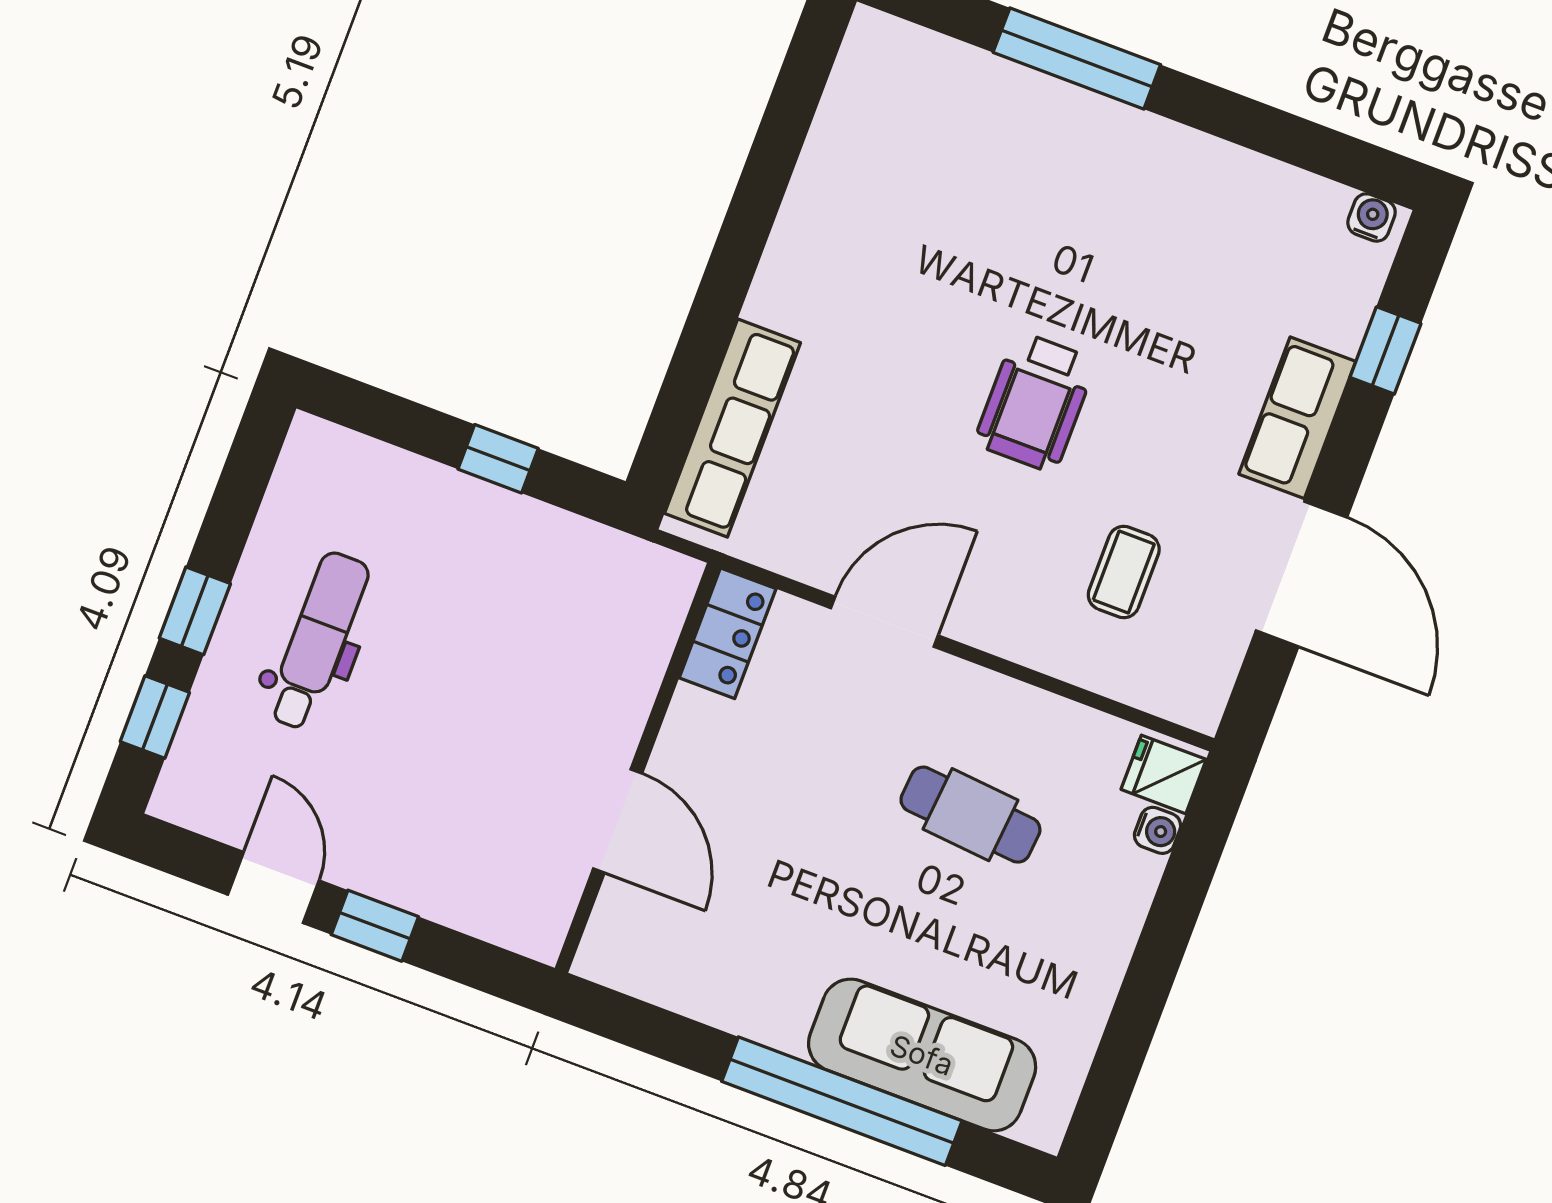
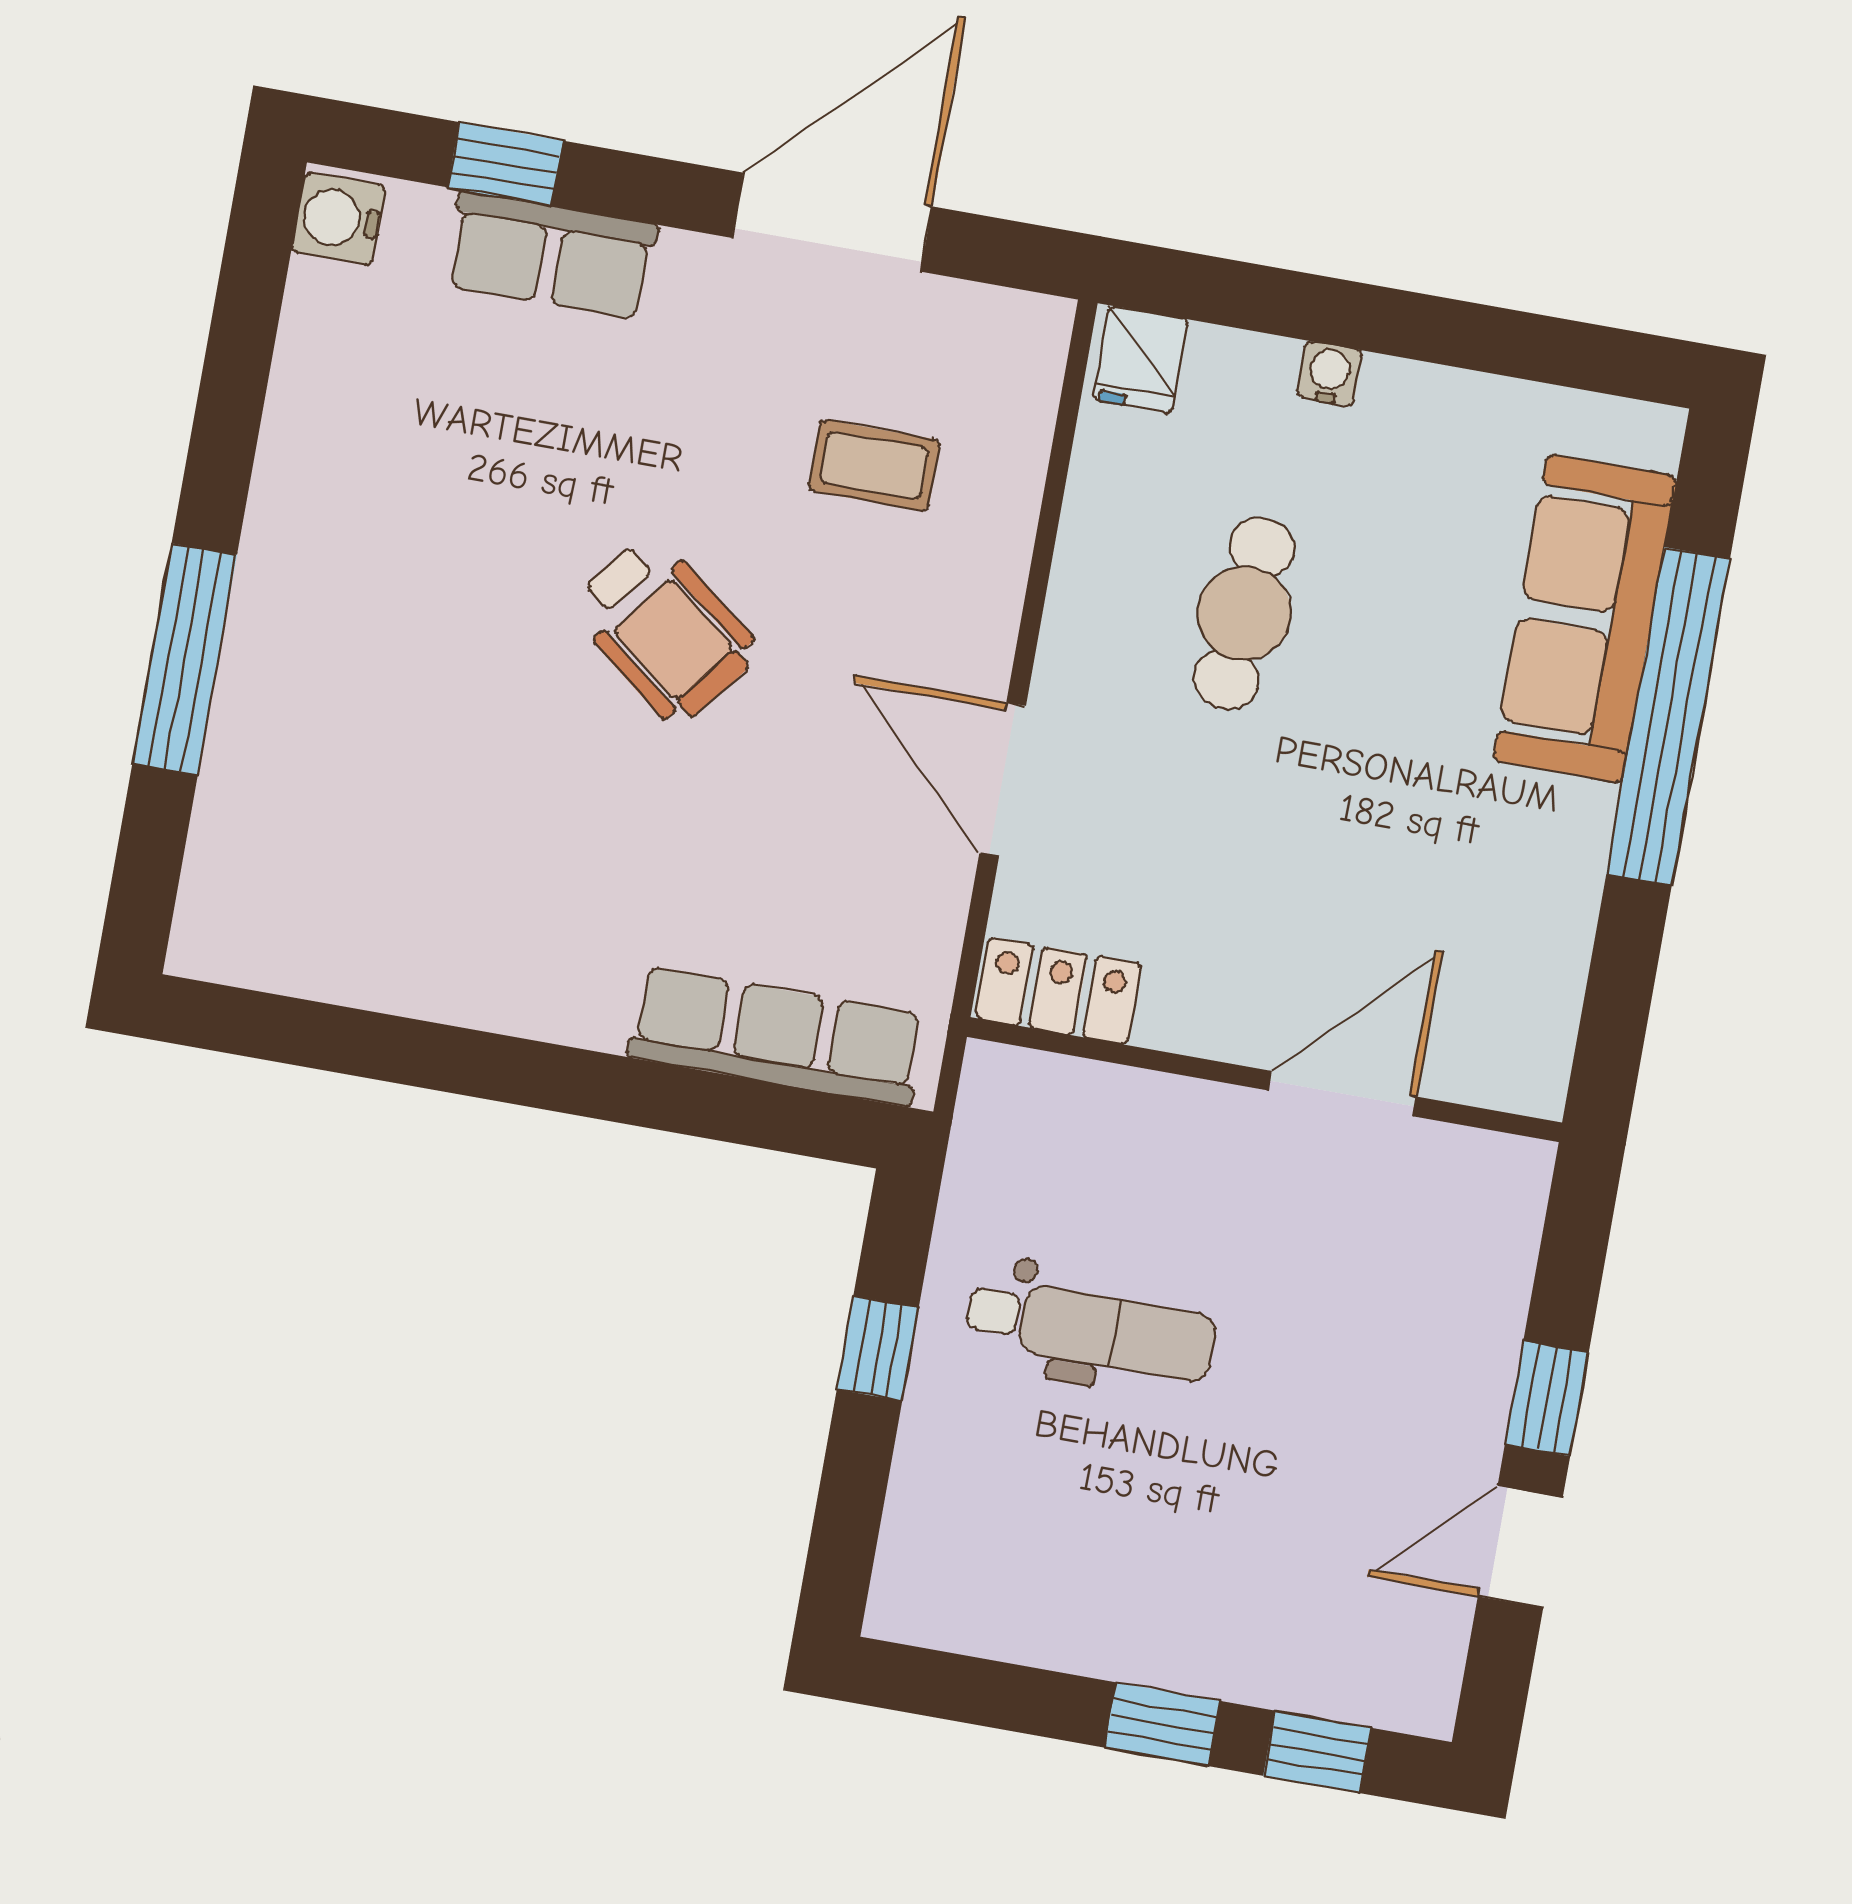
water cooler: (1372, 217) -> (338, 219), width x1.38, depth x1.38
wheelchair: (1035, 402) -> (664, 629), turned 38
row of seats: (1297, 418) -> (551, 255), moved
dental chair: (318, 641) -> (1091, 1329), moved, turned 180
water cooler: (1158, 830) -> (1329, 374), moved

